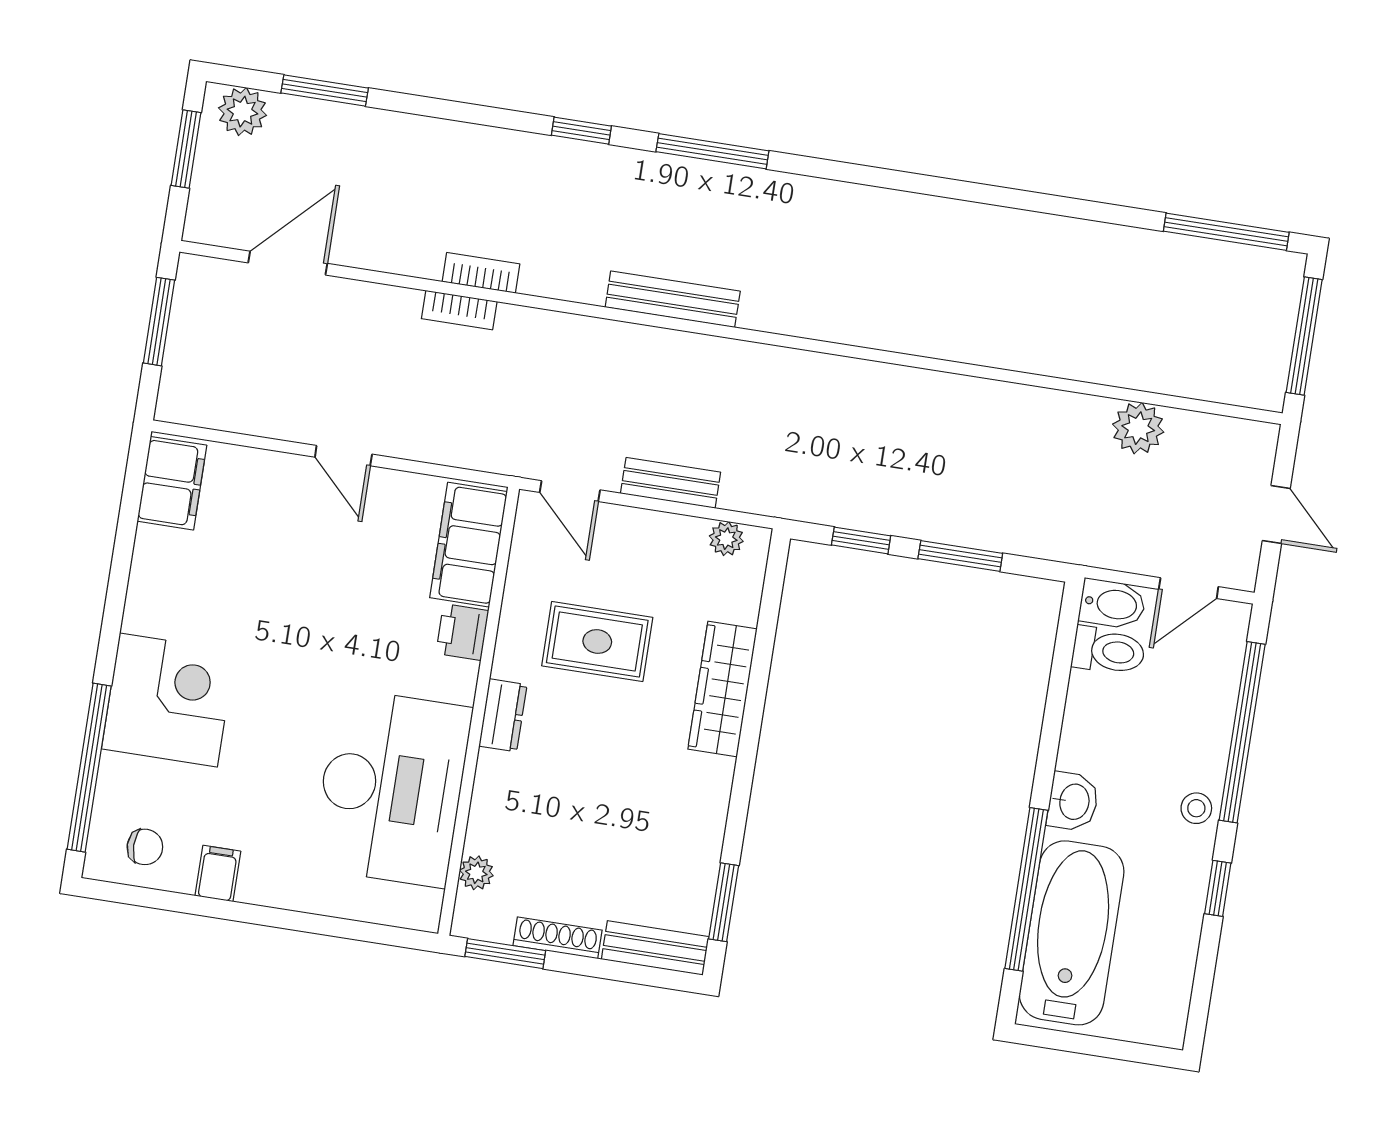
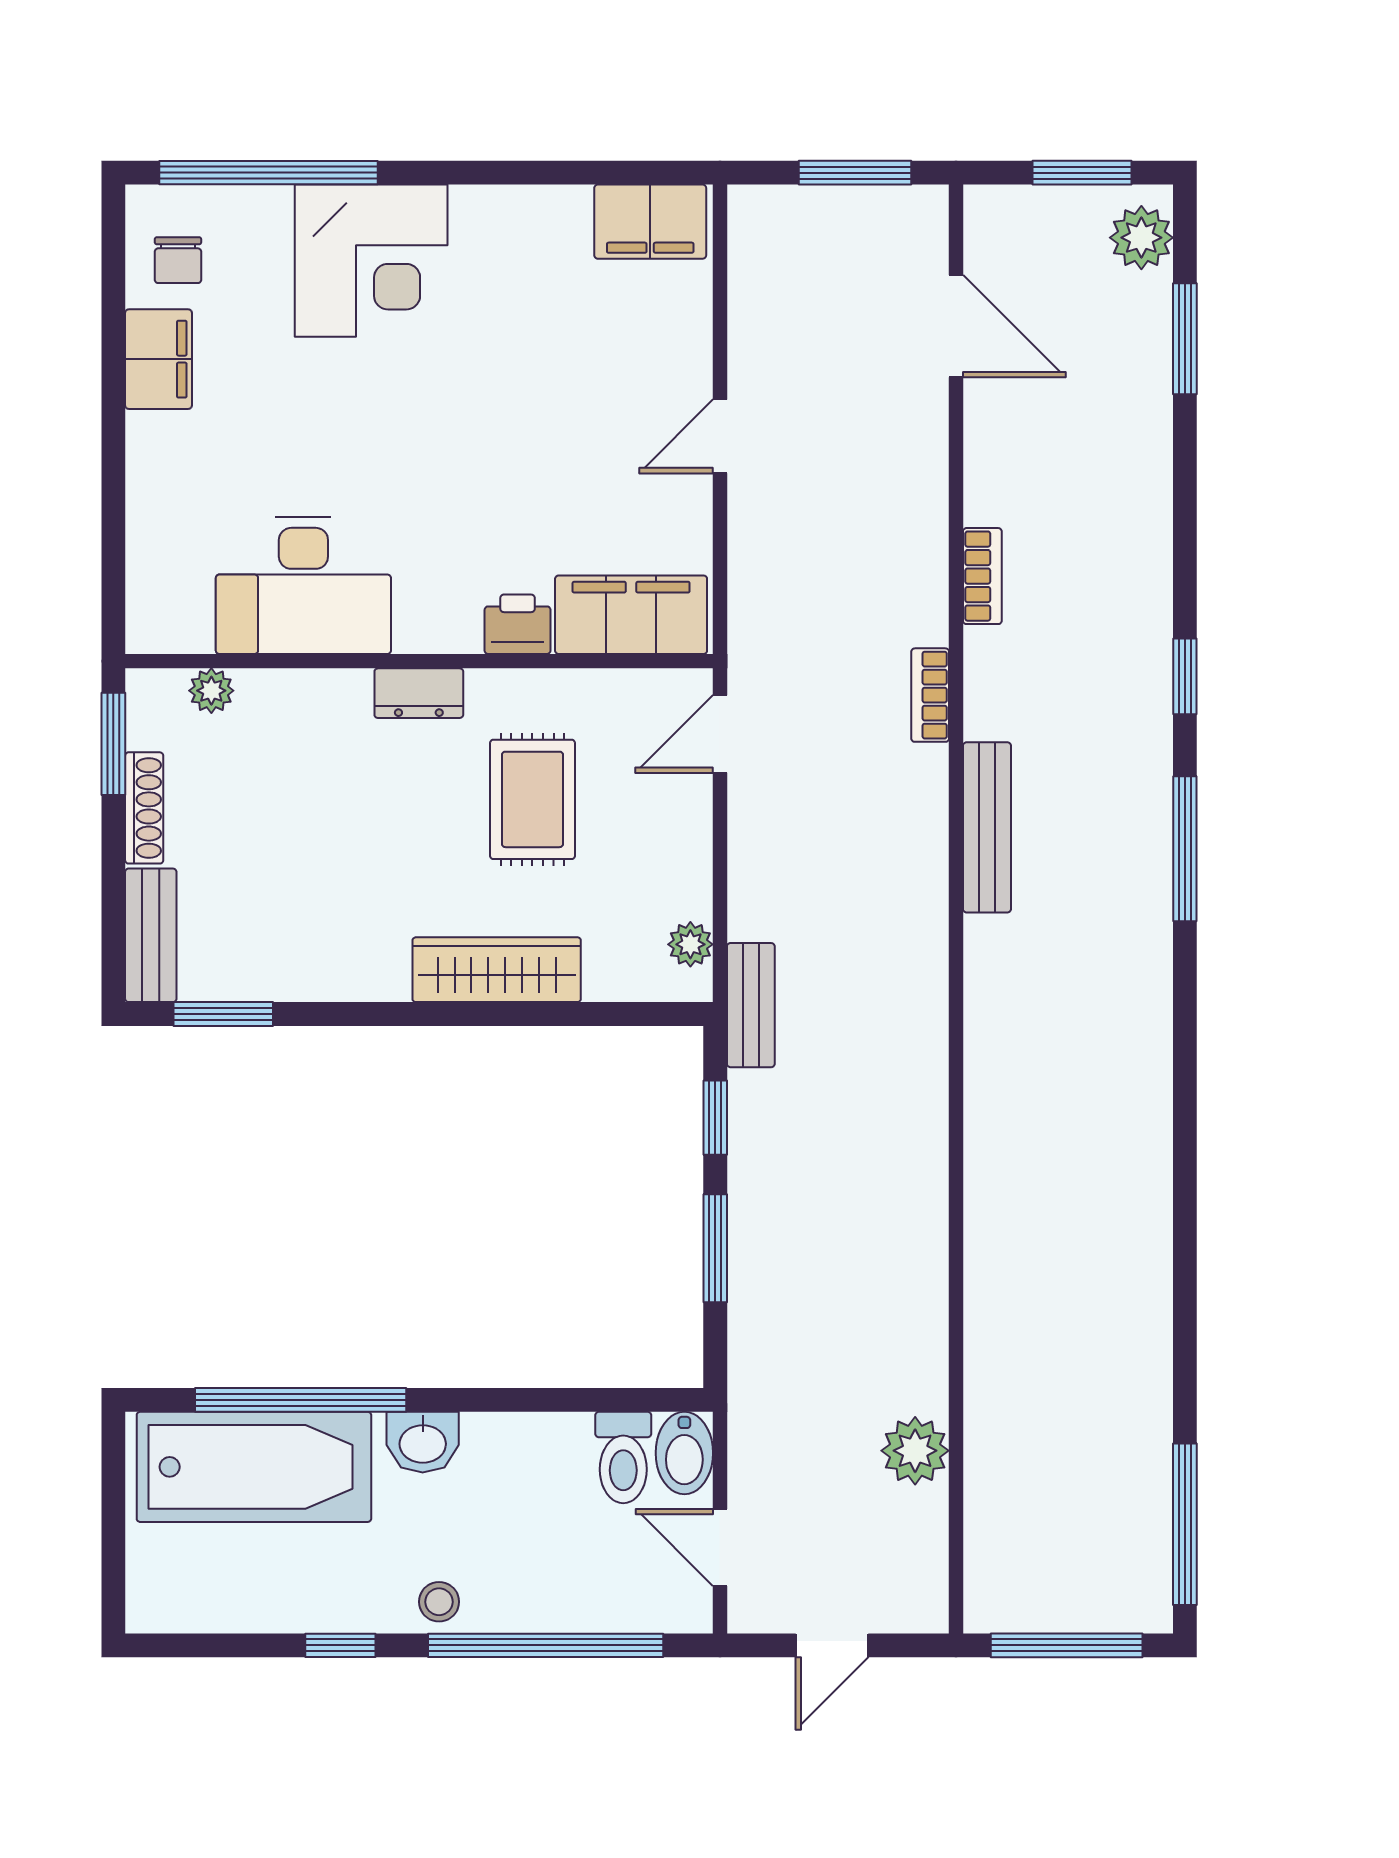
bookcase: (459, 310) -> (930, 695), moved
bench: (671, 483) -> (751, 1005), moved
desk: (392, 788) -> (303, 585), width x0.73, depth x0.77
filing cabinet: (218, 874) -> (159, 359), width x2.00

